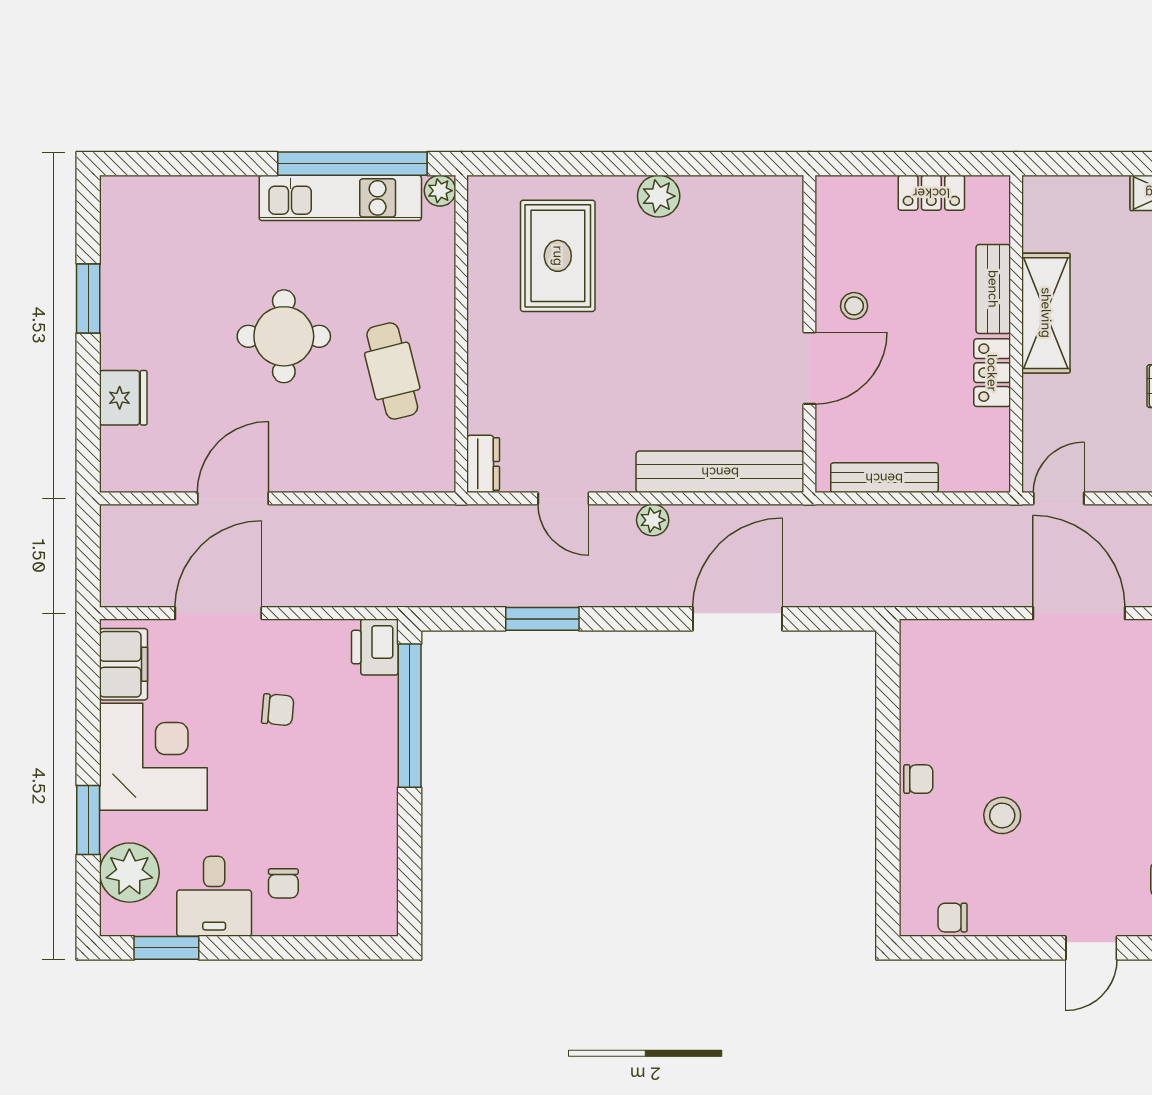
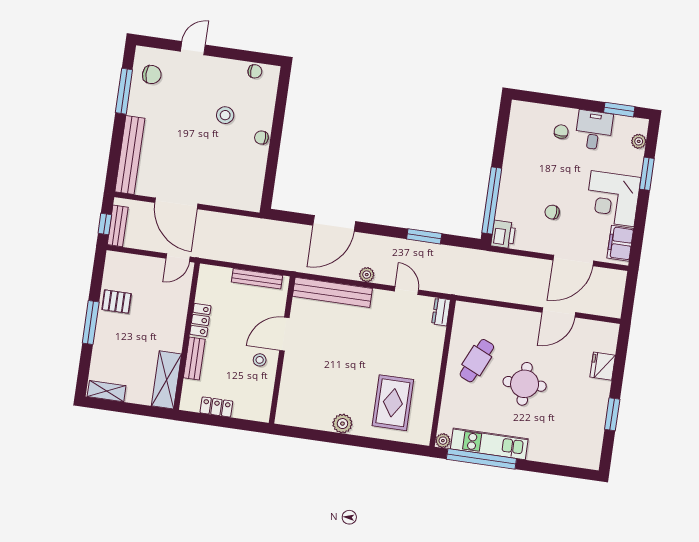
shelving: (1046, 313) -> (167, 380), moved
cafe table: (392, 371) -> (477, 361), turned 38
plant: (129, 873) -> (639, 141), width x0.53, depth x0.53

